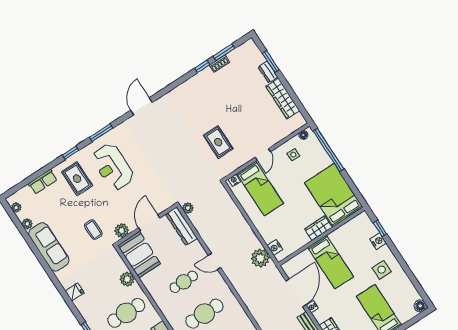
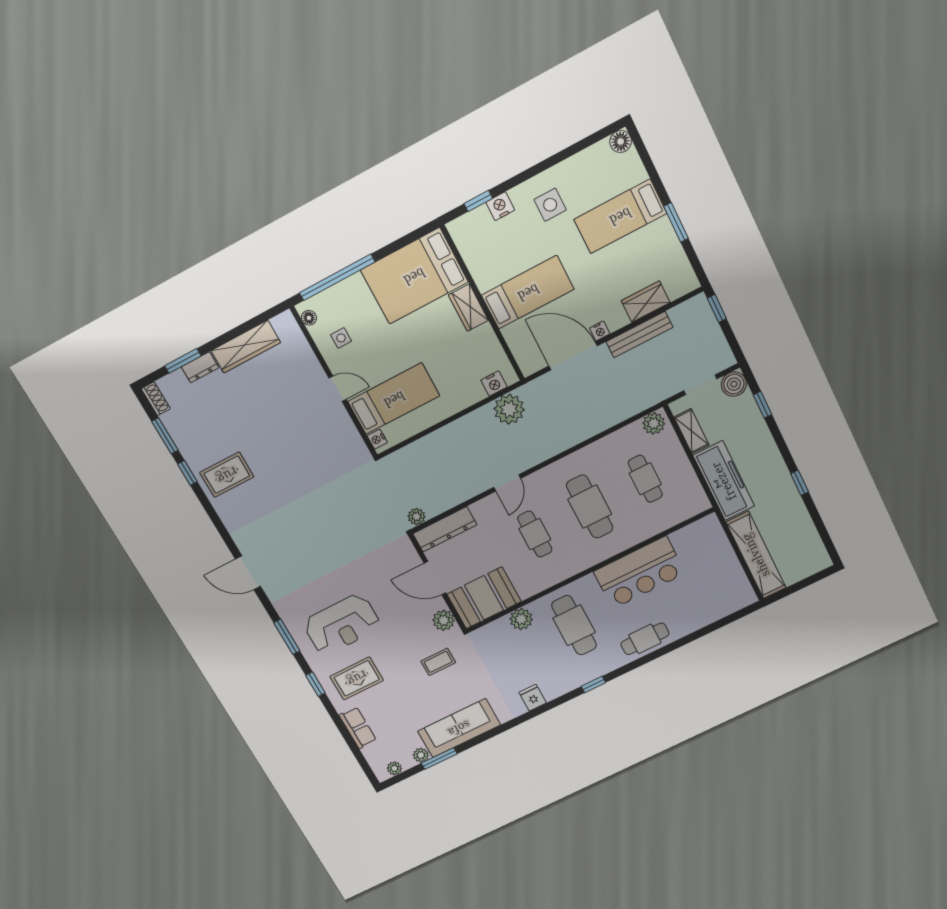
shoe rack: (219, 64) -> (156, 399), moved
rug: (218, 142) -> (227, 475), moved
window: (26, 236) -> (439, 759), added

